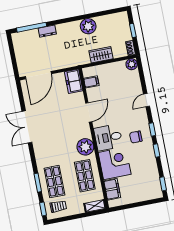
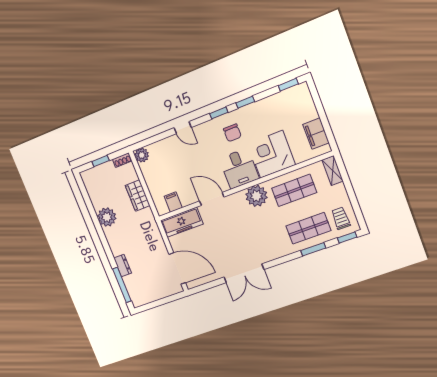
freezer: (74, 81) -> (182, 222), width x1.40
filing cabinet: (112, 189) -> (316, 134), moved, turned -90

